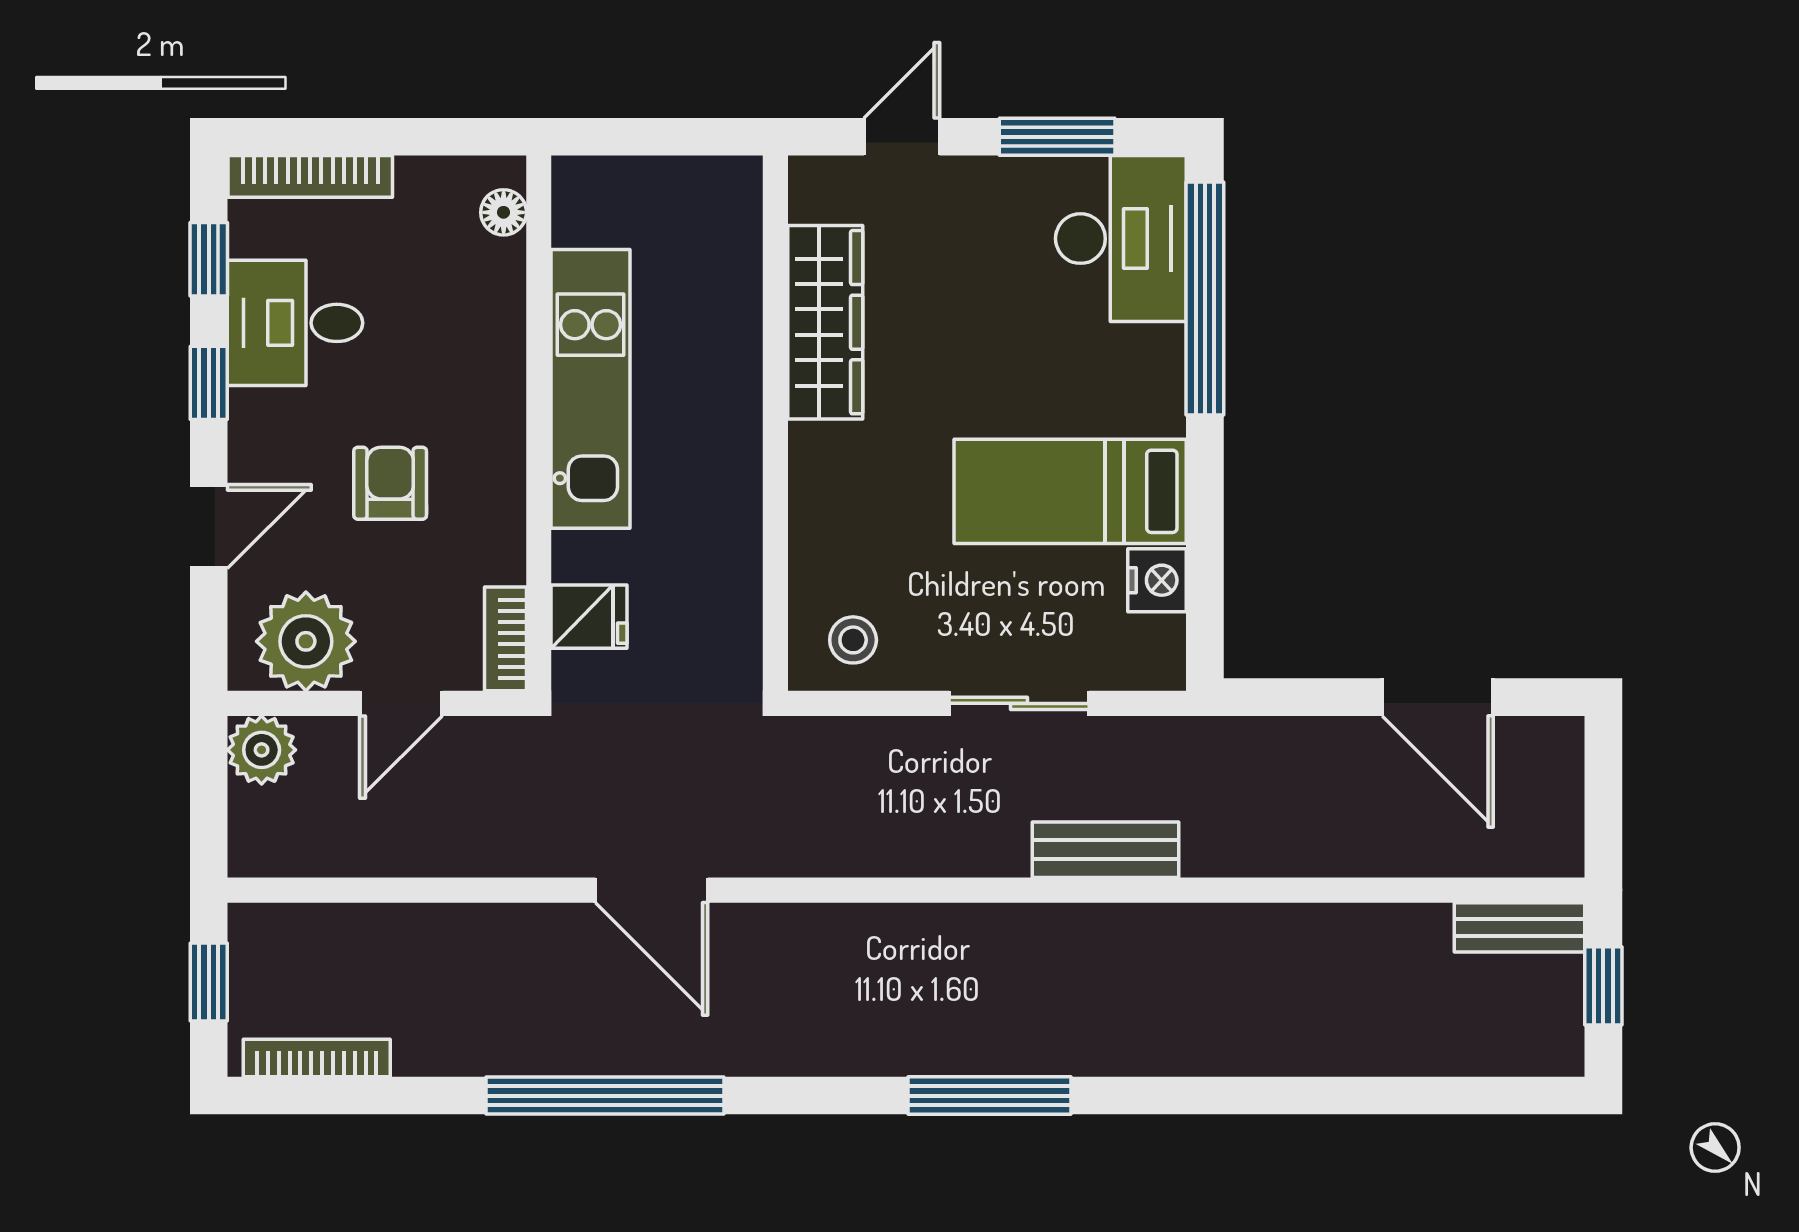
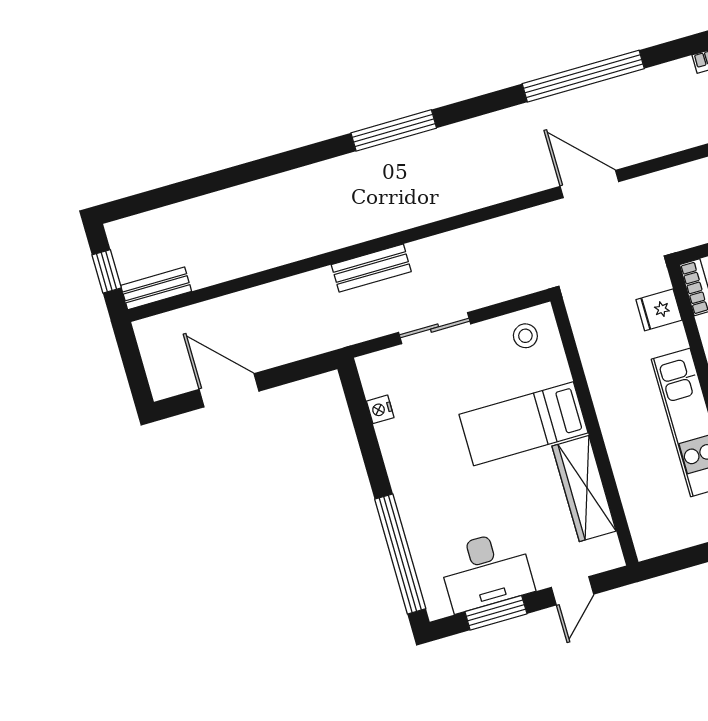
desk: (1121, 239) -> (486, 571), moved, turned -90
bed: (1070, 491) -> (524, 424), moved, turned 180
nightstand: (1157, 580) -> (380, 409), width x0.72, depth x0.74

